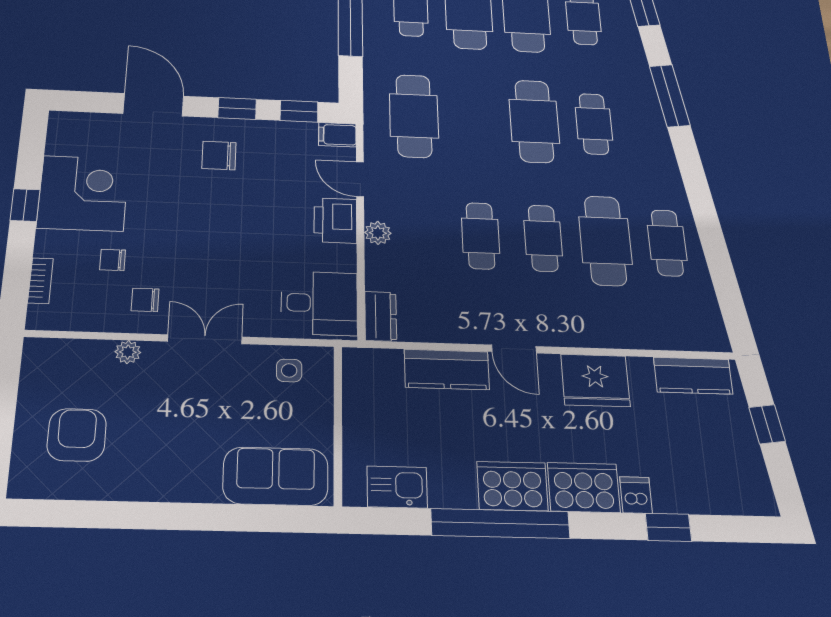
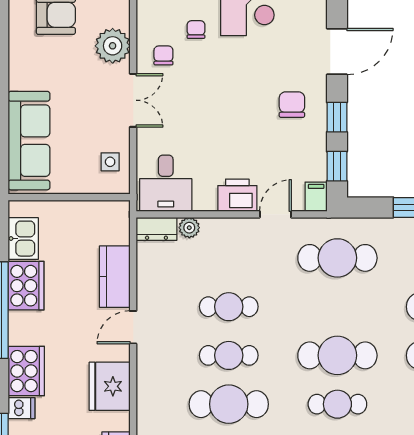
plant: (378, 233) -> (189, 228), moved
plant: (128, 352) -> (113, 46), width x1.88, depth x1.88
sofa: (276, 476) -> (29, 141), width x1.36
cooker: (512, 486) -> (26, 286), moved

